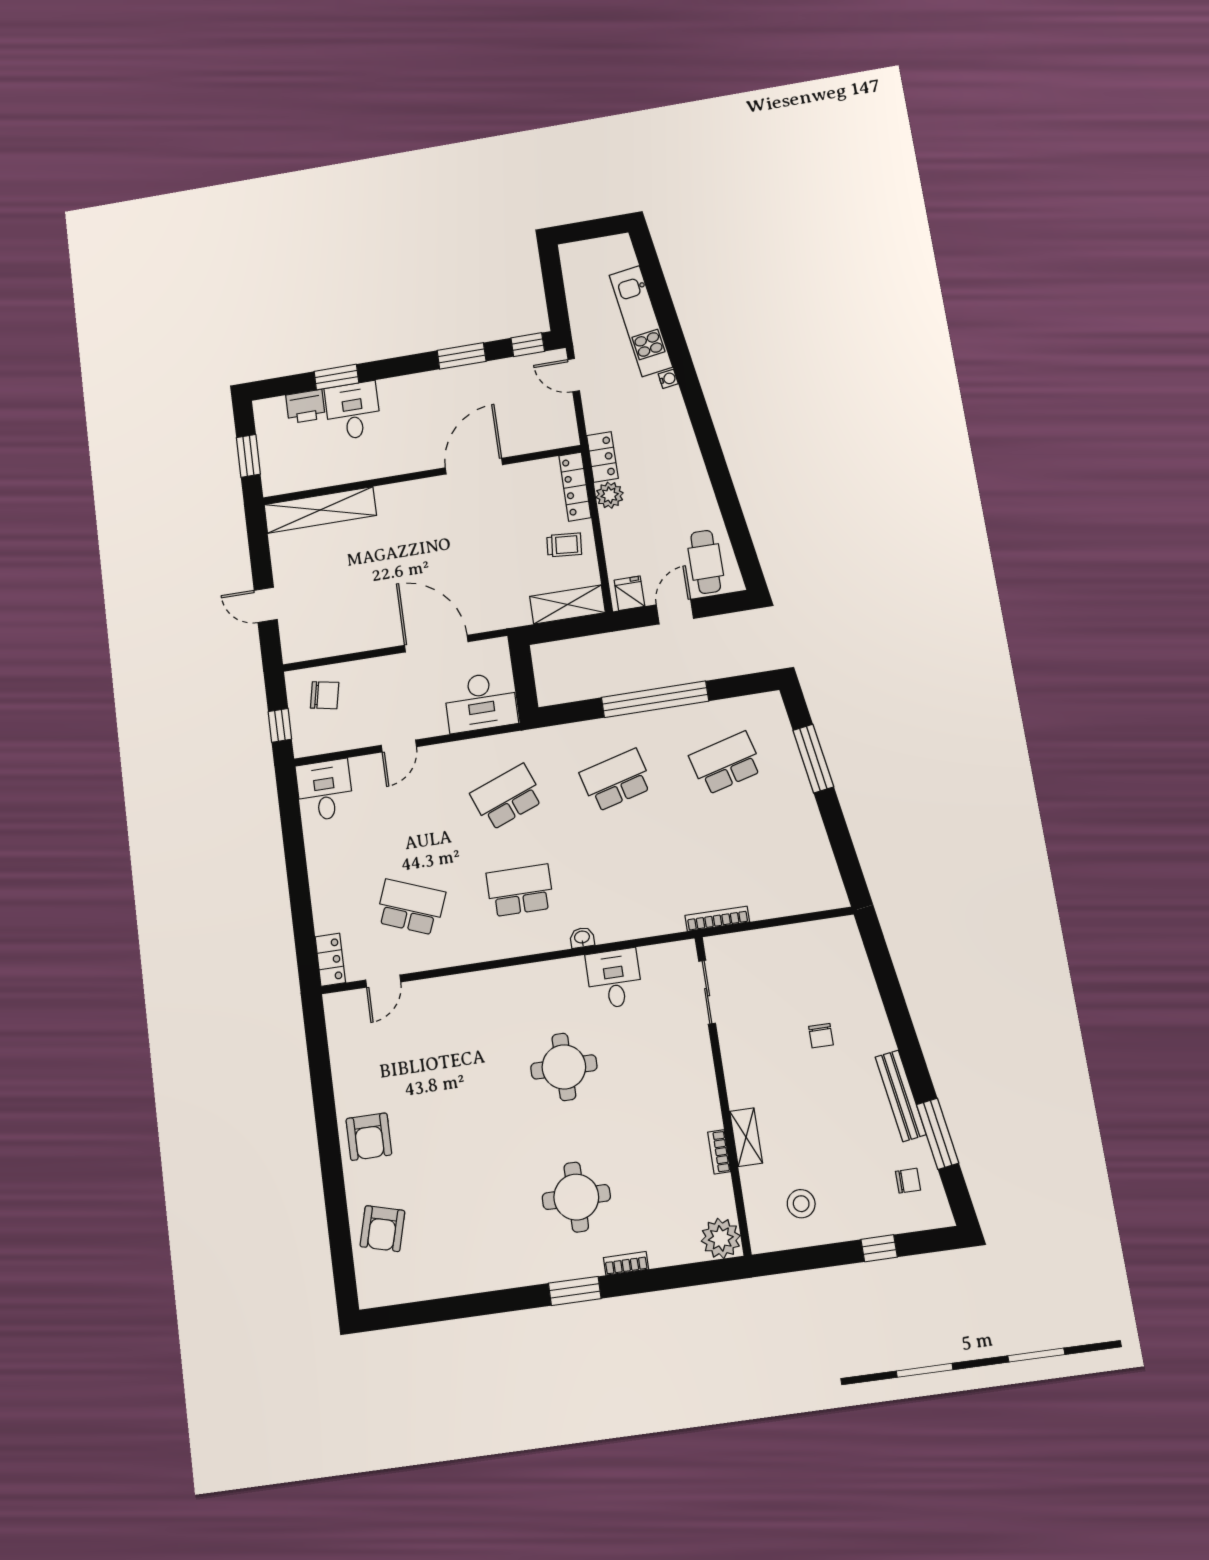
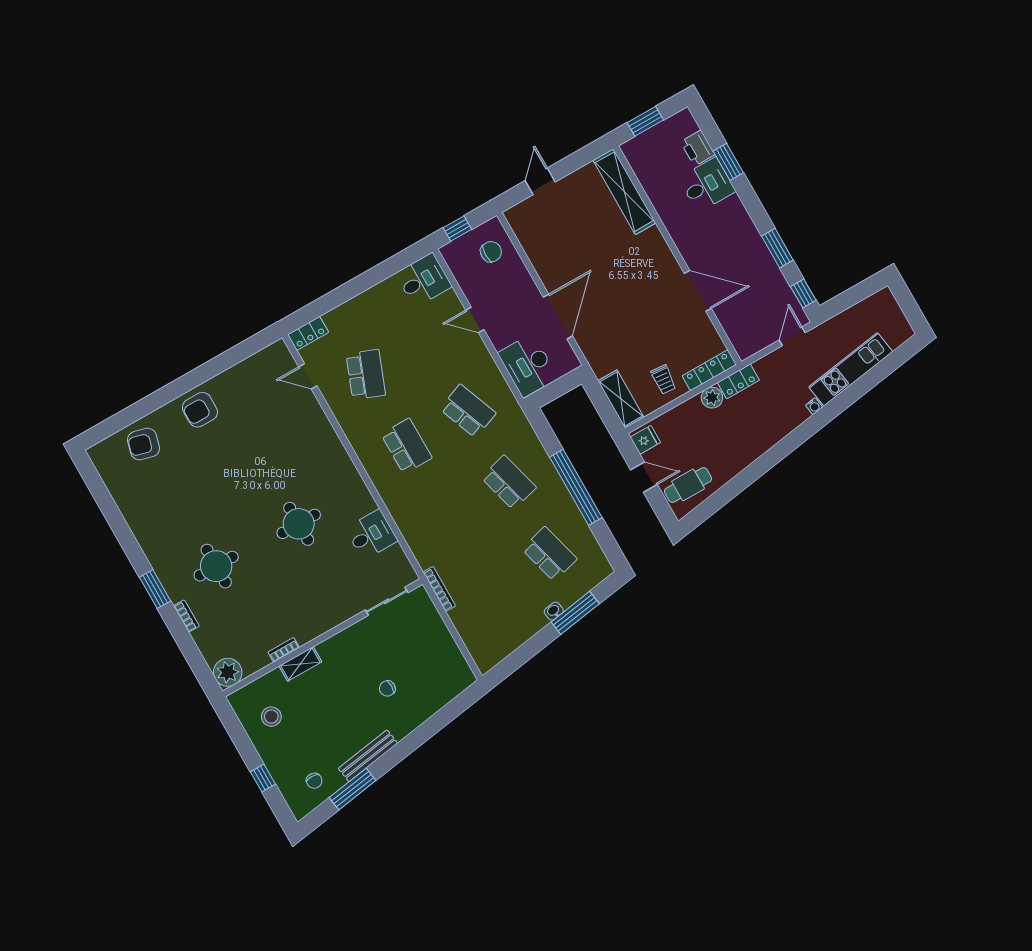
chair: (325, 695) -> (491, 252), turned -101
washbasin: (582, 938) -> (554, 611), moved, turned -99

